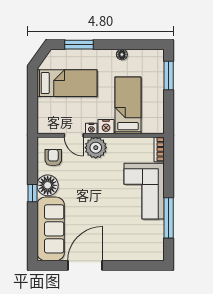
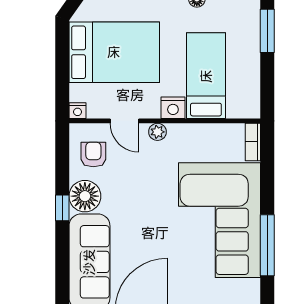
bed: (67, 83) -> (114, 52), width x1.50
nightstand: (91, 128) -> (78, 111), moved
plant: (96, 148) -> (157, 132), width x0.53, depth x0.53
corner sofa: (144, 191) -> (219, 220), width x1.36, depth x1.36

